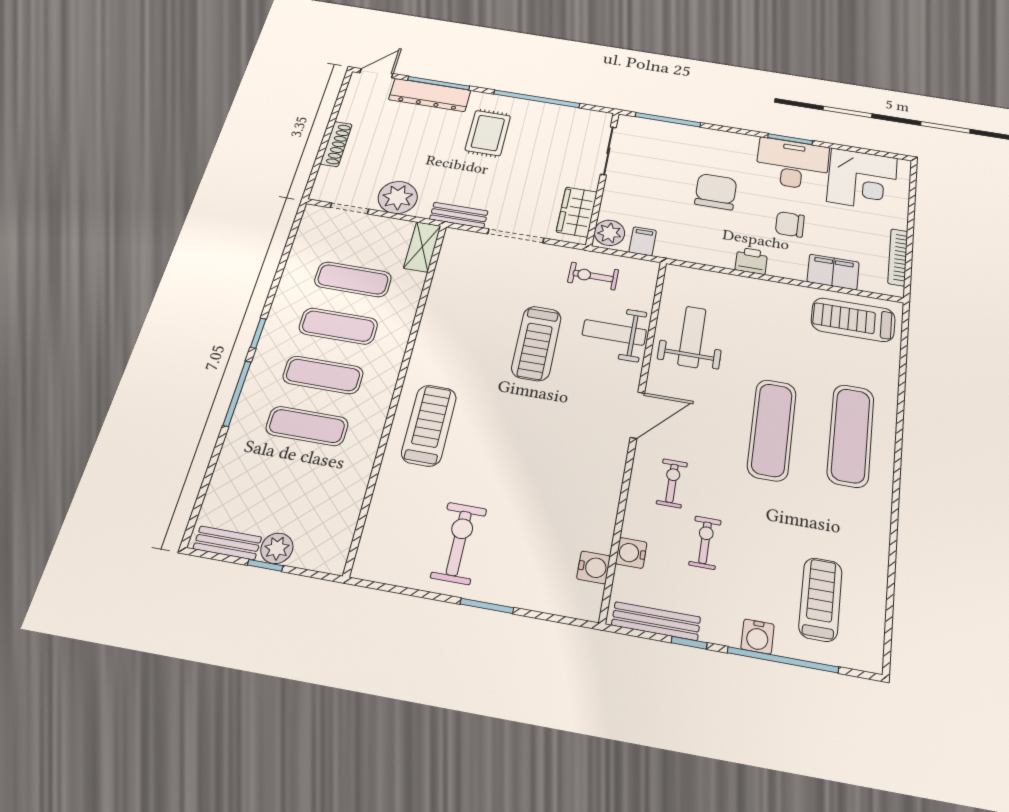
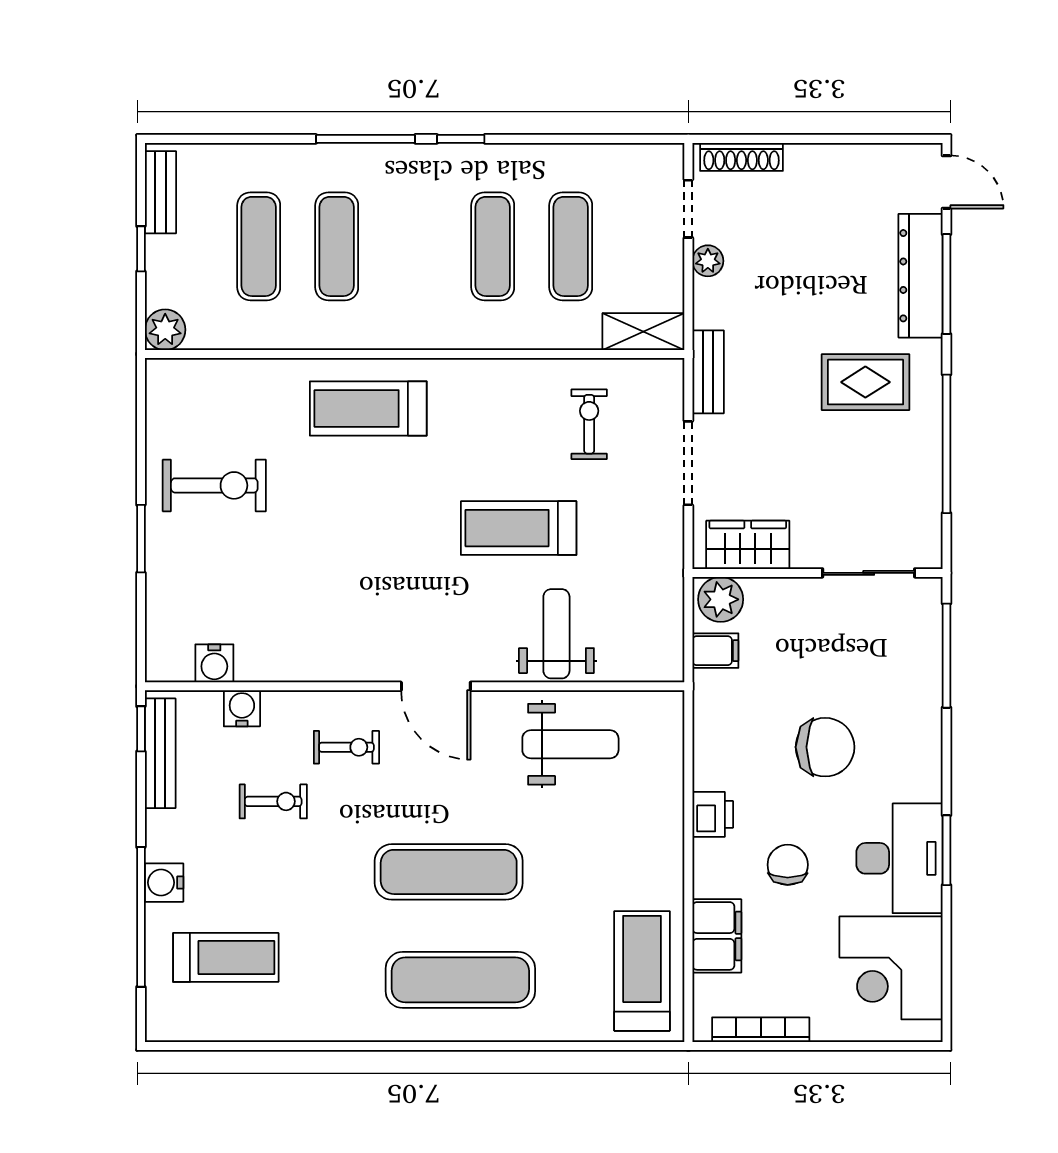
shoe rack: (336, 144) -> (741, 157), moved
plant: (398, 197) -> (708, 261), width x0.53, depth x0.53
exercise bike: (593, 276) -> (589, 424), moved
exercise mat: (323, 375) -> (259, 246), moved
treadmill: (429, 425) -> (368, 409), turned 180
plant: (277, 548) -> (165, 330), moved
window: (689, 643) -> (141, 729), moved

